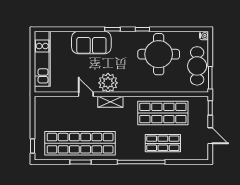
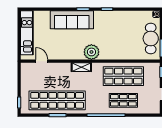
sofa: (91, 42) -> (72, 20), width x1.36
round table: (159, 54) -> (120, 29), removed
plant: (108, 83) -> (91, 52), moved
door: (86, 94) -> (42, 61), moved

